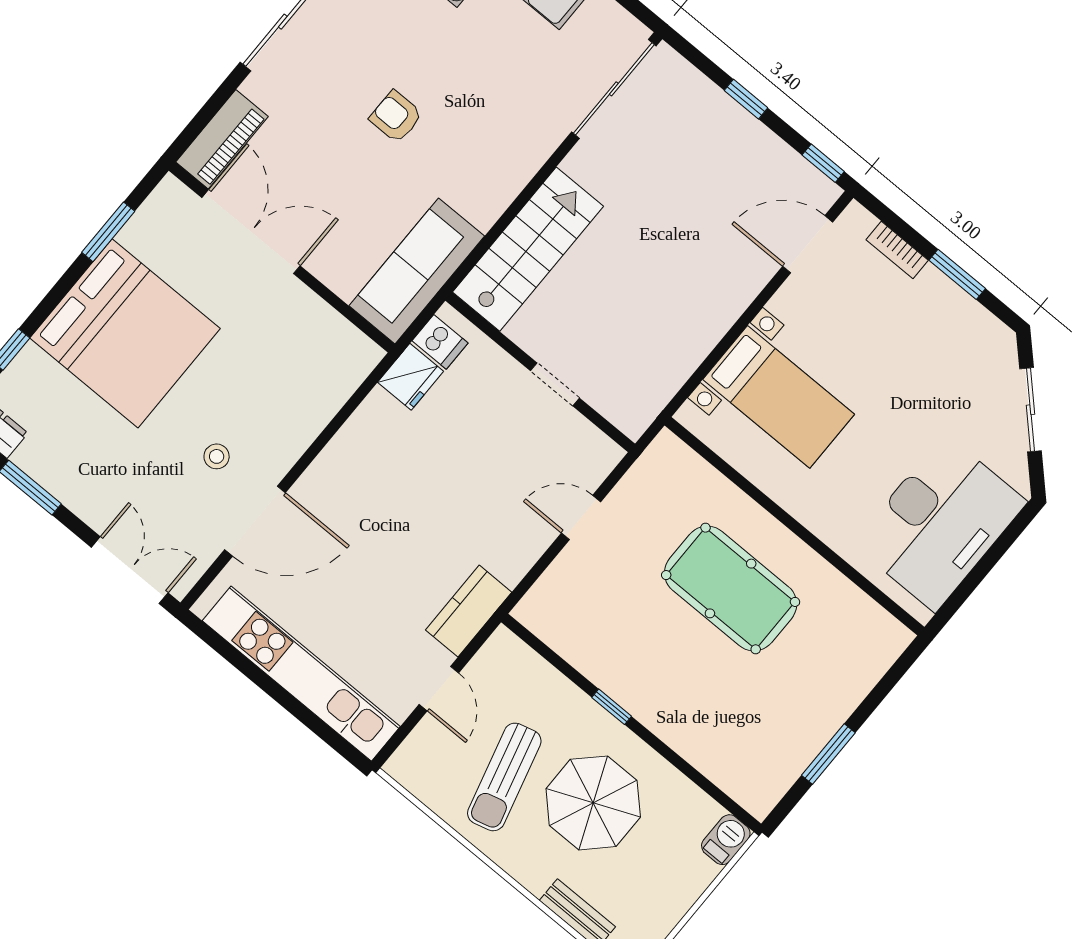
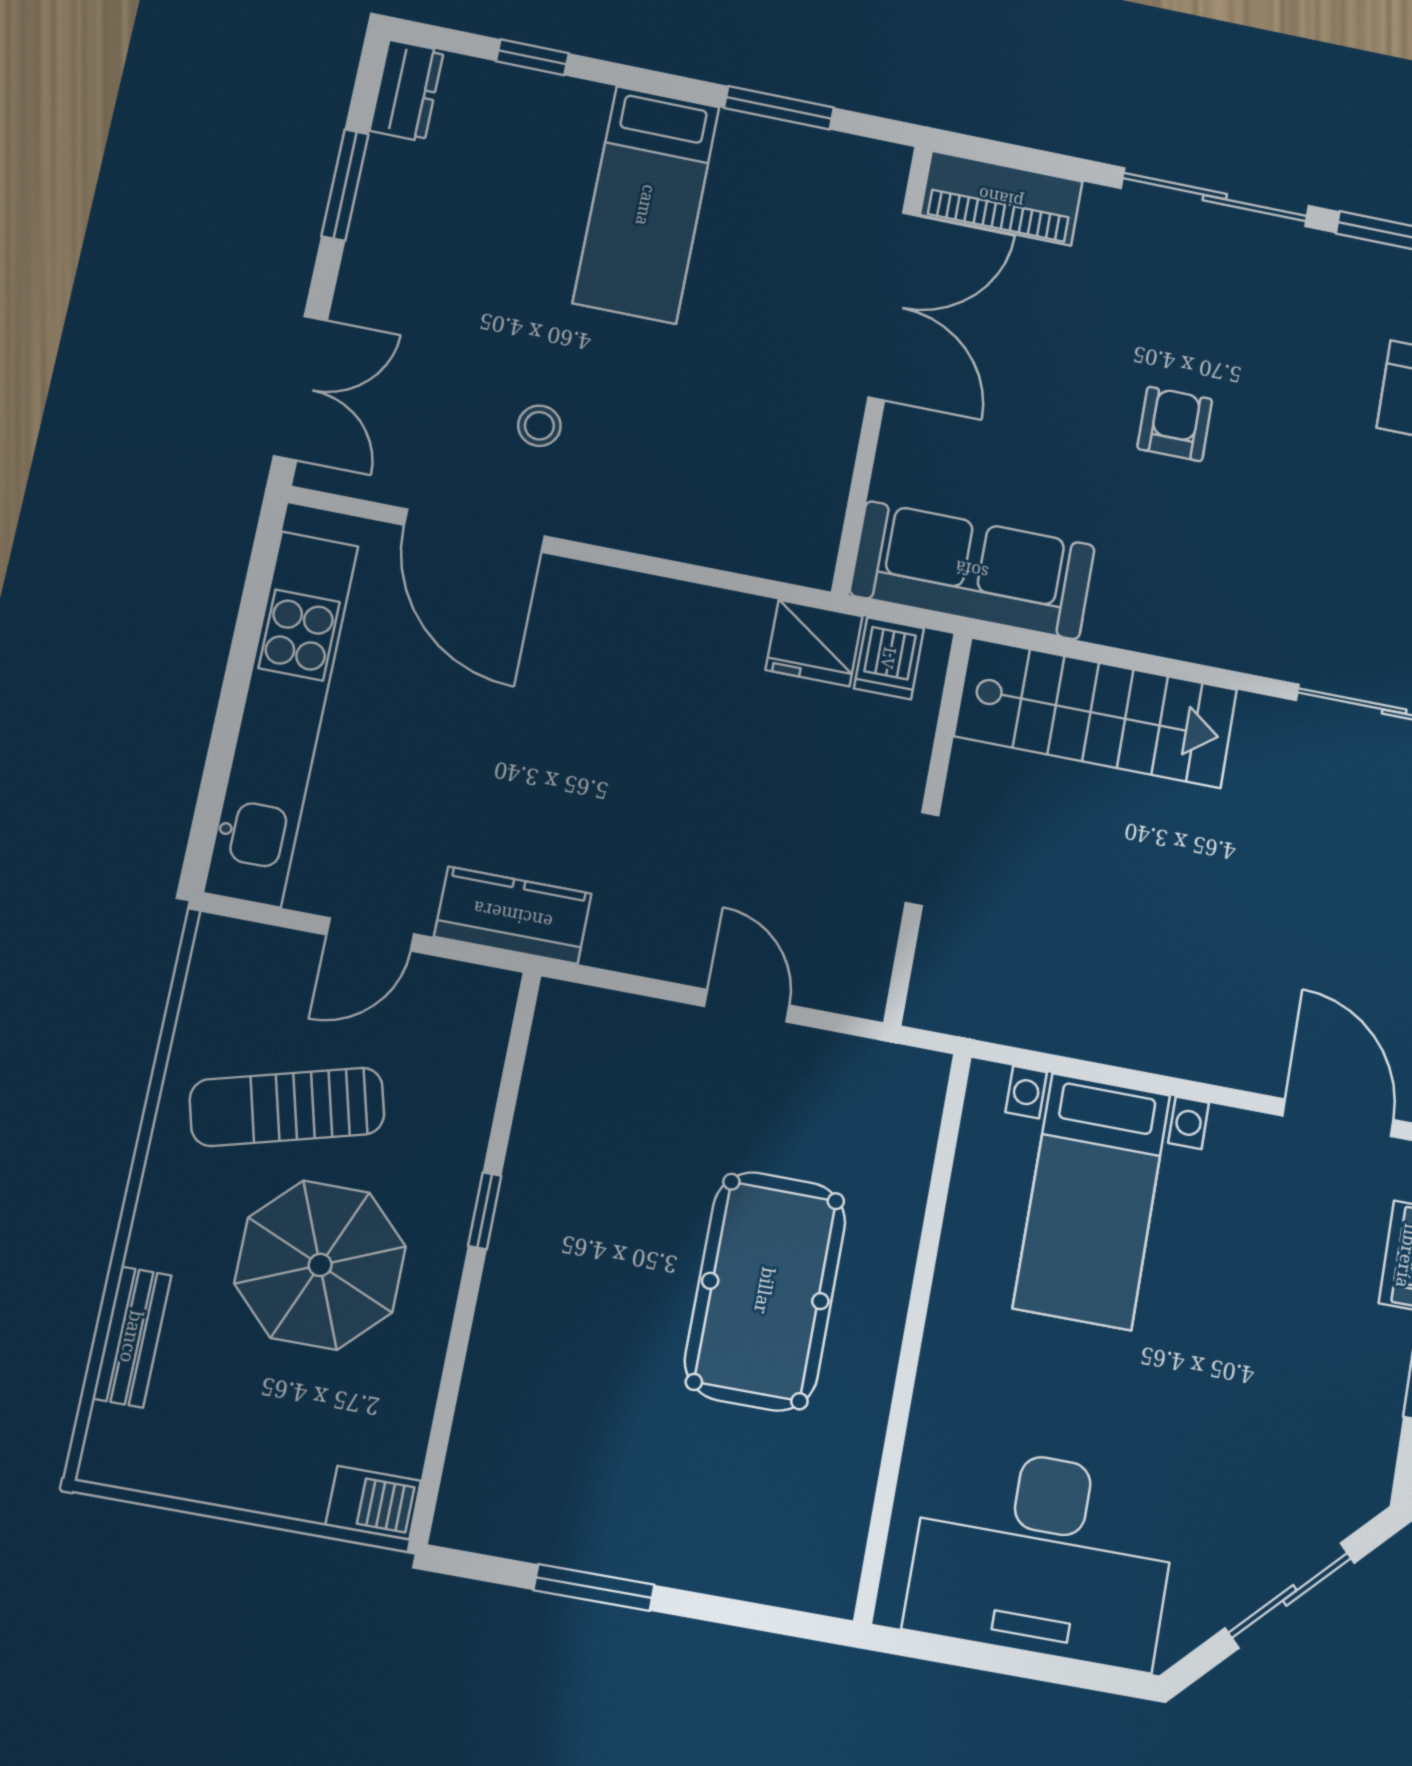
bed: (125, 333) -> (646, 205), width x0.49

